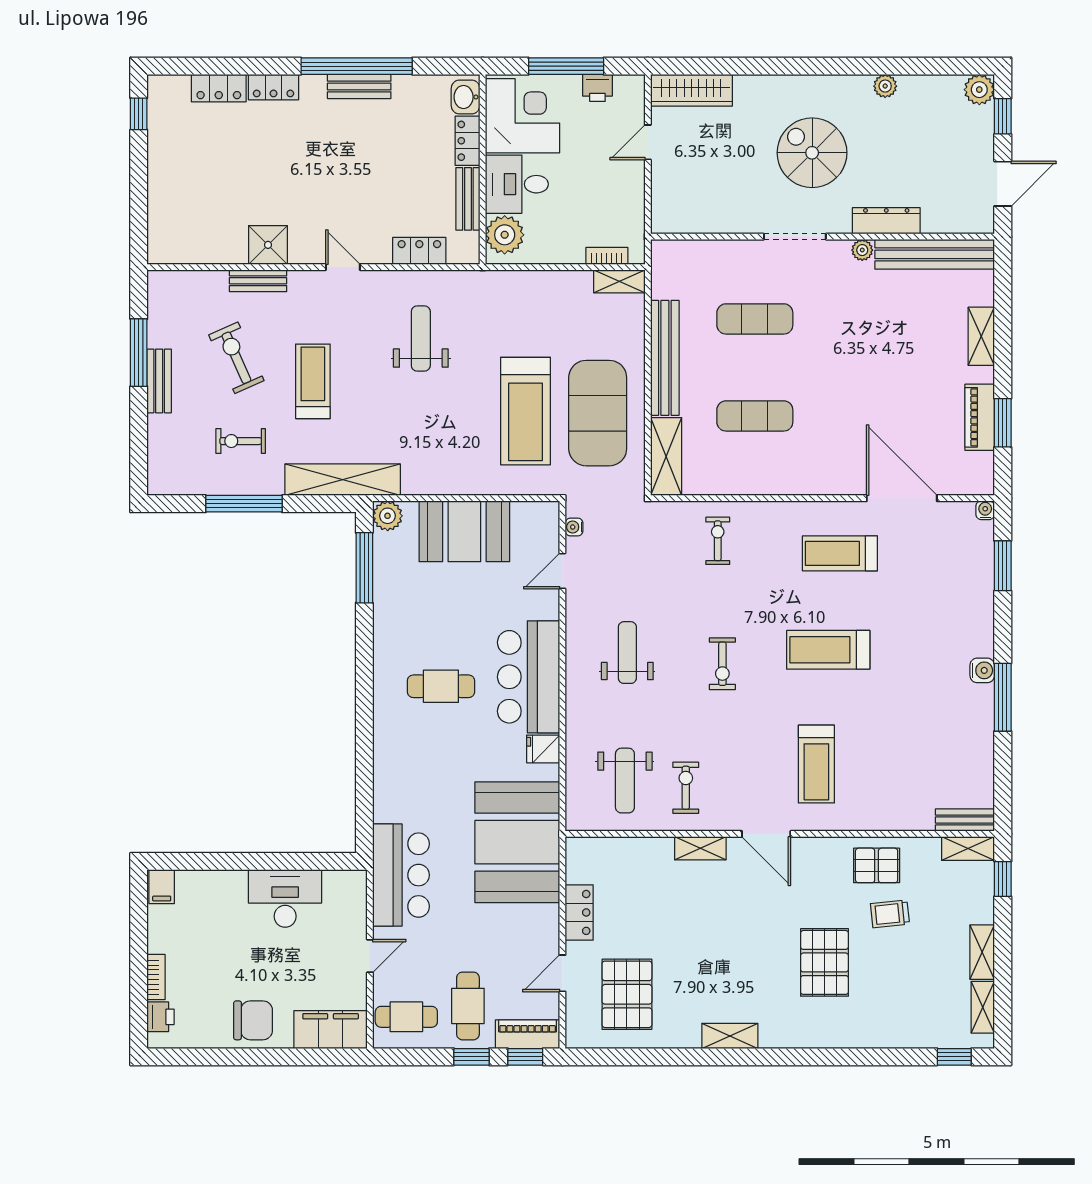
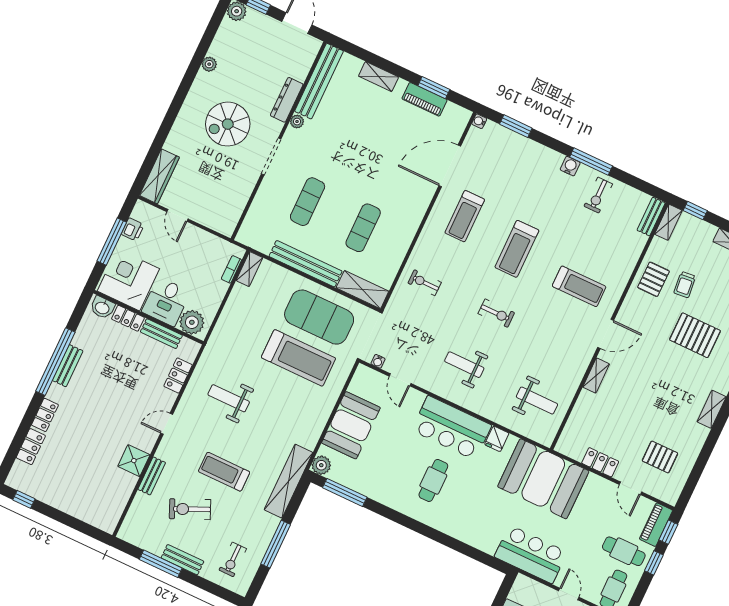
exercise bike: (241, 441) -> (233, 559), moved
exercise bike: (686, 788) -> (598, 195), moved, turned -90
pallet: (627, 994) -> (660, 457), width x0.67, depth x0.71

